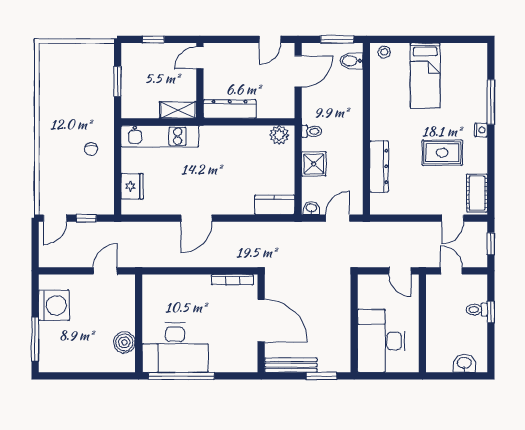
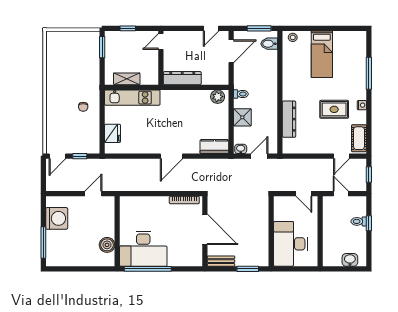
window: (118, 81) -> (102, 47), moved
shelving: (178, 110) -> (127, 79), moved
nightstand: (481, 130) -> (362, 105), moved
door: (196, 218) -> (172, 156), moved
bench: (291, 365) -> (221, 261), width x0.73

